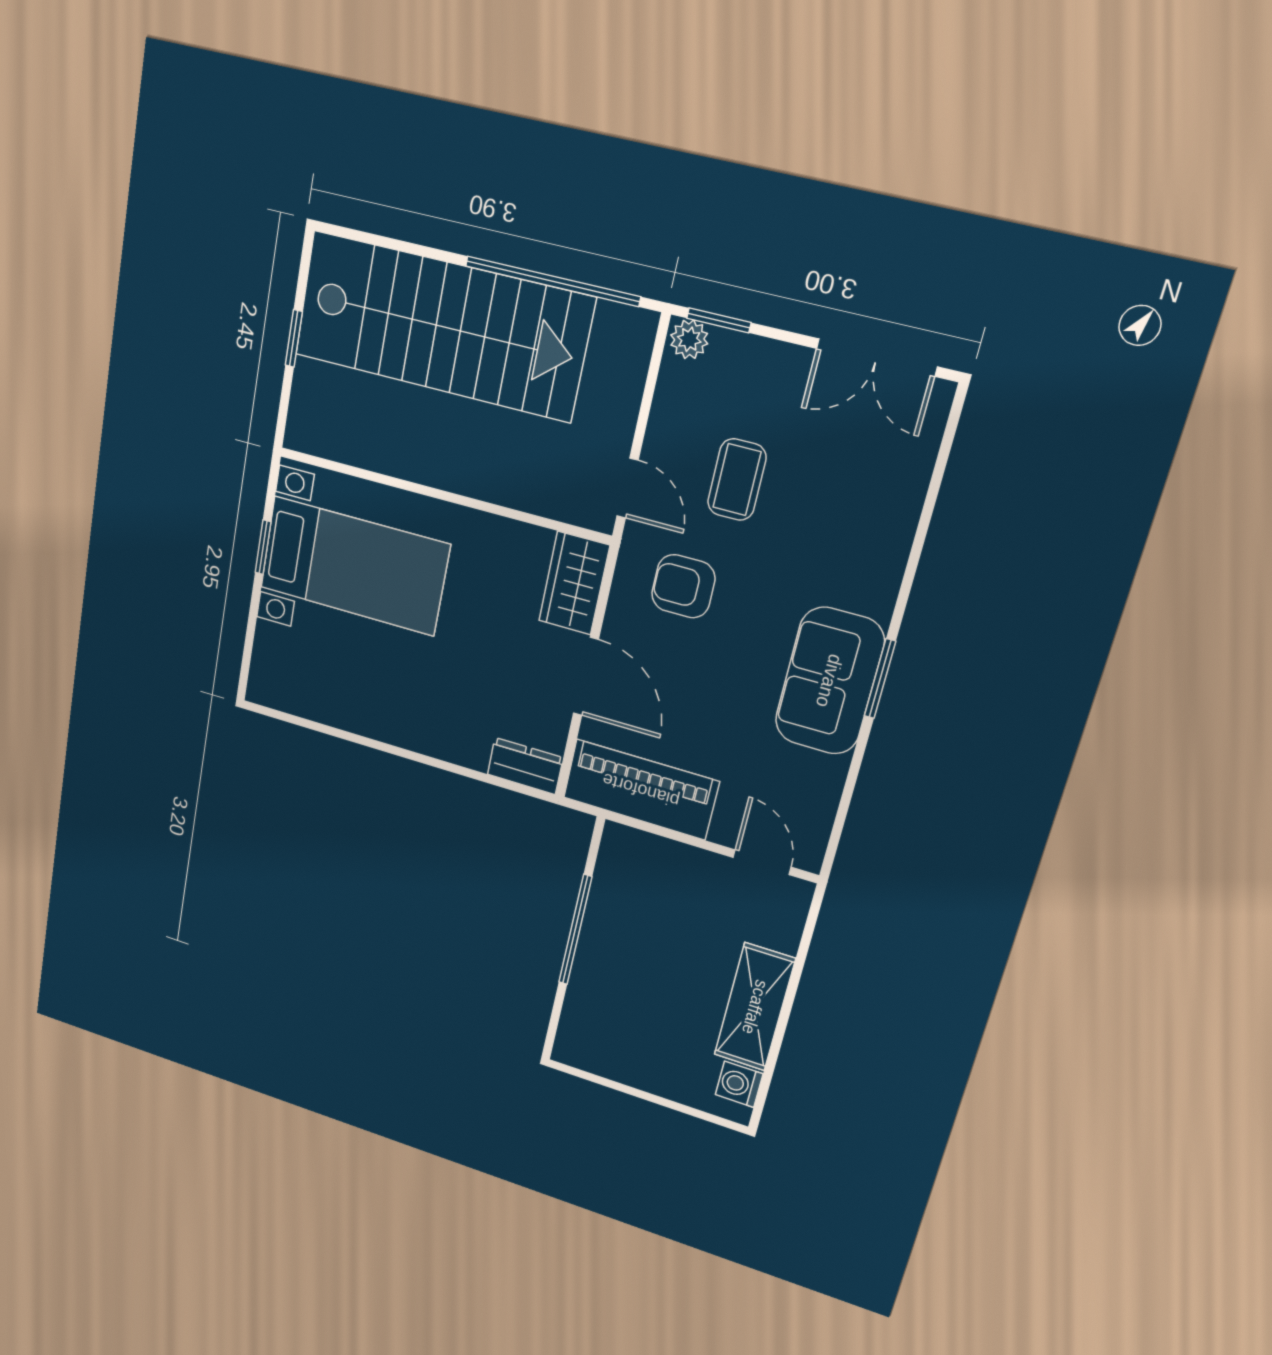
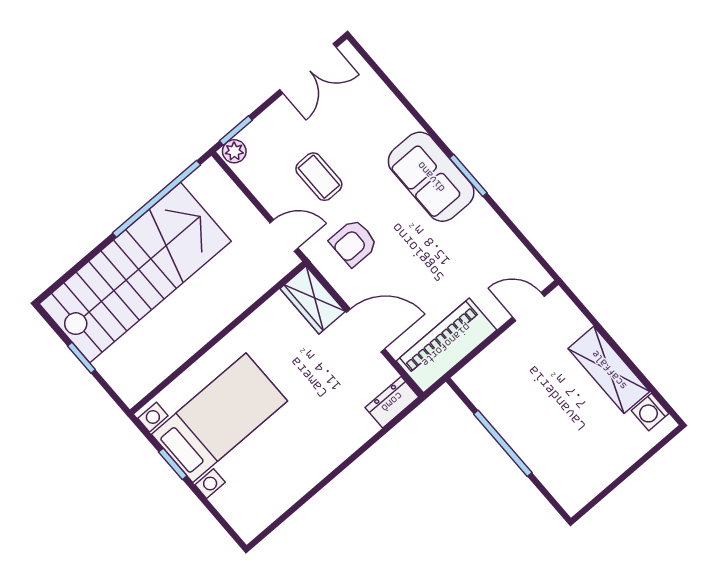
sofa: (829, 681) -> (431, 177), moved

